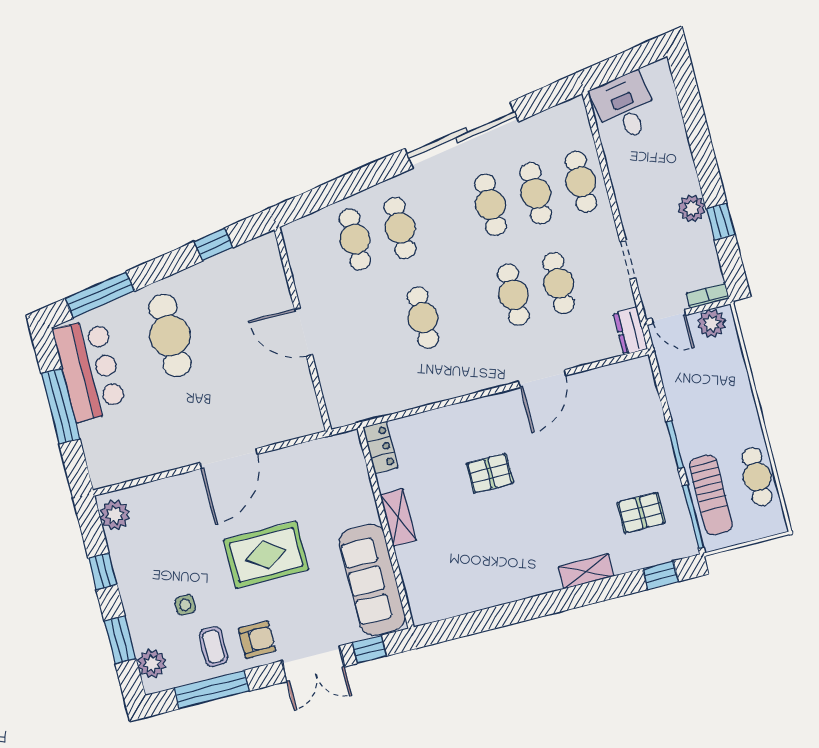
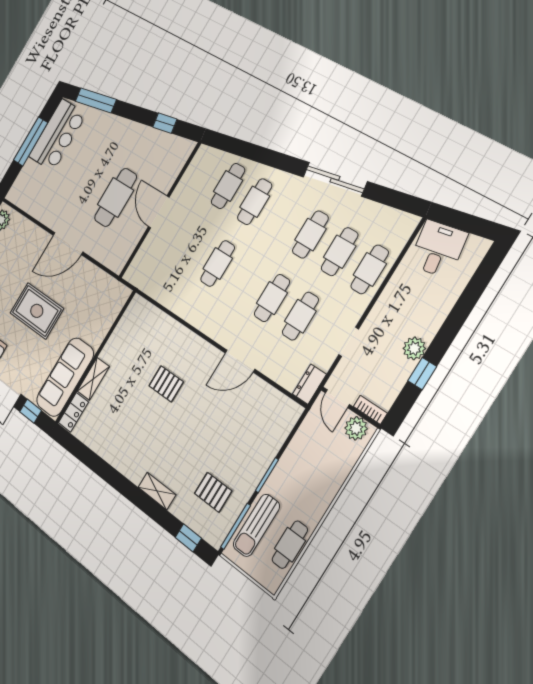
sliding door: (462, 135) -> (335, 179), width x0.73
cafe table: (170, 336) -> (116, 197), moved
locker: (380, 447) -> (73, 412), moved
shelving: (398, 517) -> (93, 379), moved

